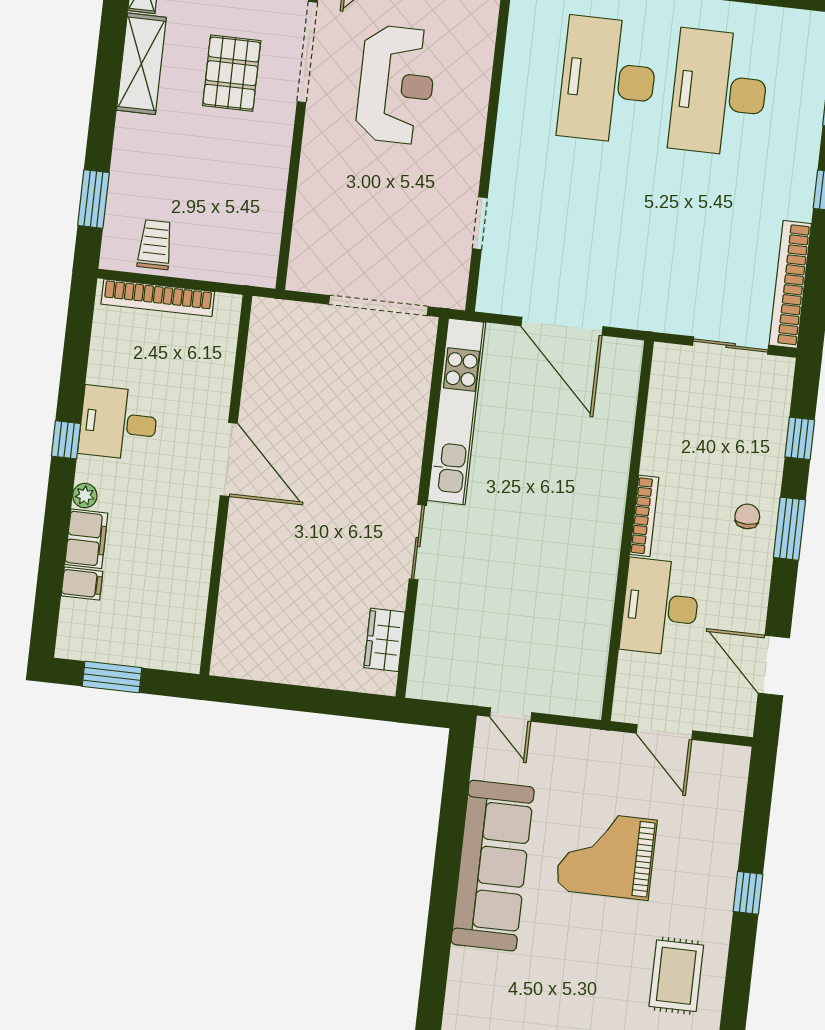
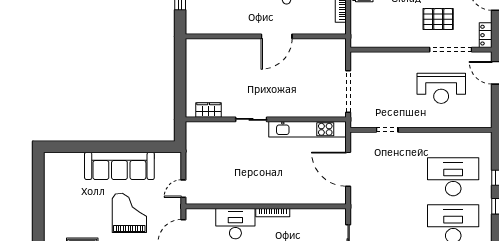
door: (562, 326) -> (348, 169), hinge flipped
door: (511, 714) -> (183, 189), moved

